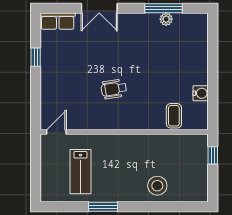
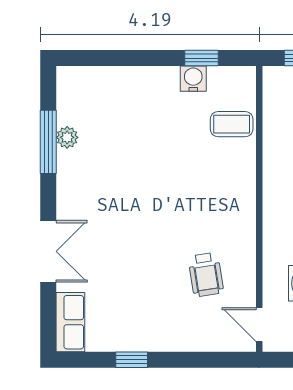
wheelchair: (114, 89) -> (206, 275), moved
window: (213, 98) -> (201, 58), added

